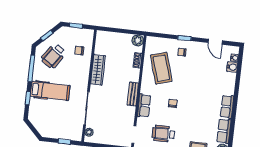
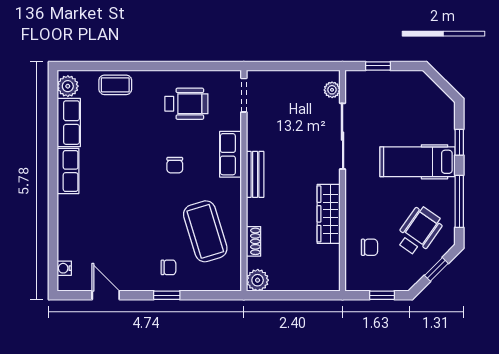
water cooler: (232, 67) -> (67, 250), removed

